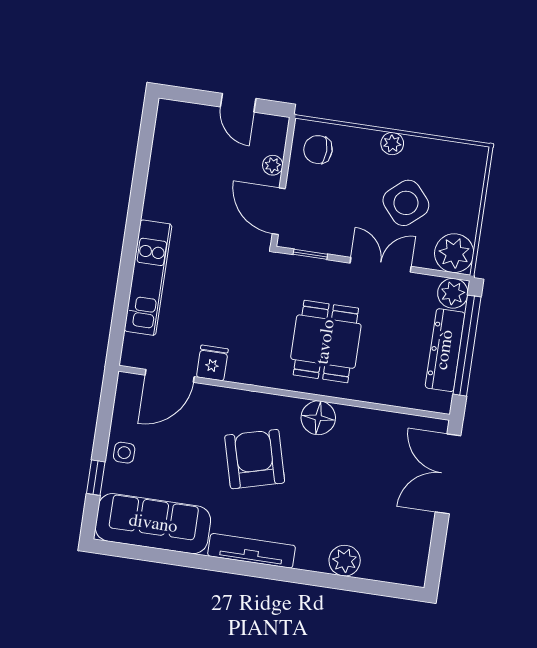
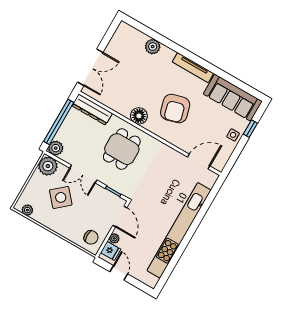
plant: (392, 144) -> (27, 210), moved
kitchen unit: (148, 278) -> (179, 230), width x1.86
dresser: (445, 350) -> (92, 110), moved, turned 90
fridge: (212, 363) -> (111, 251), moved, turned -90

